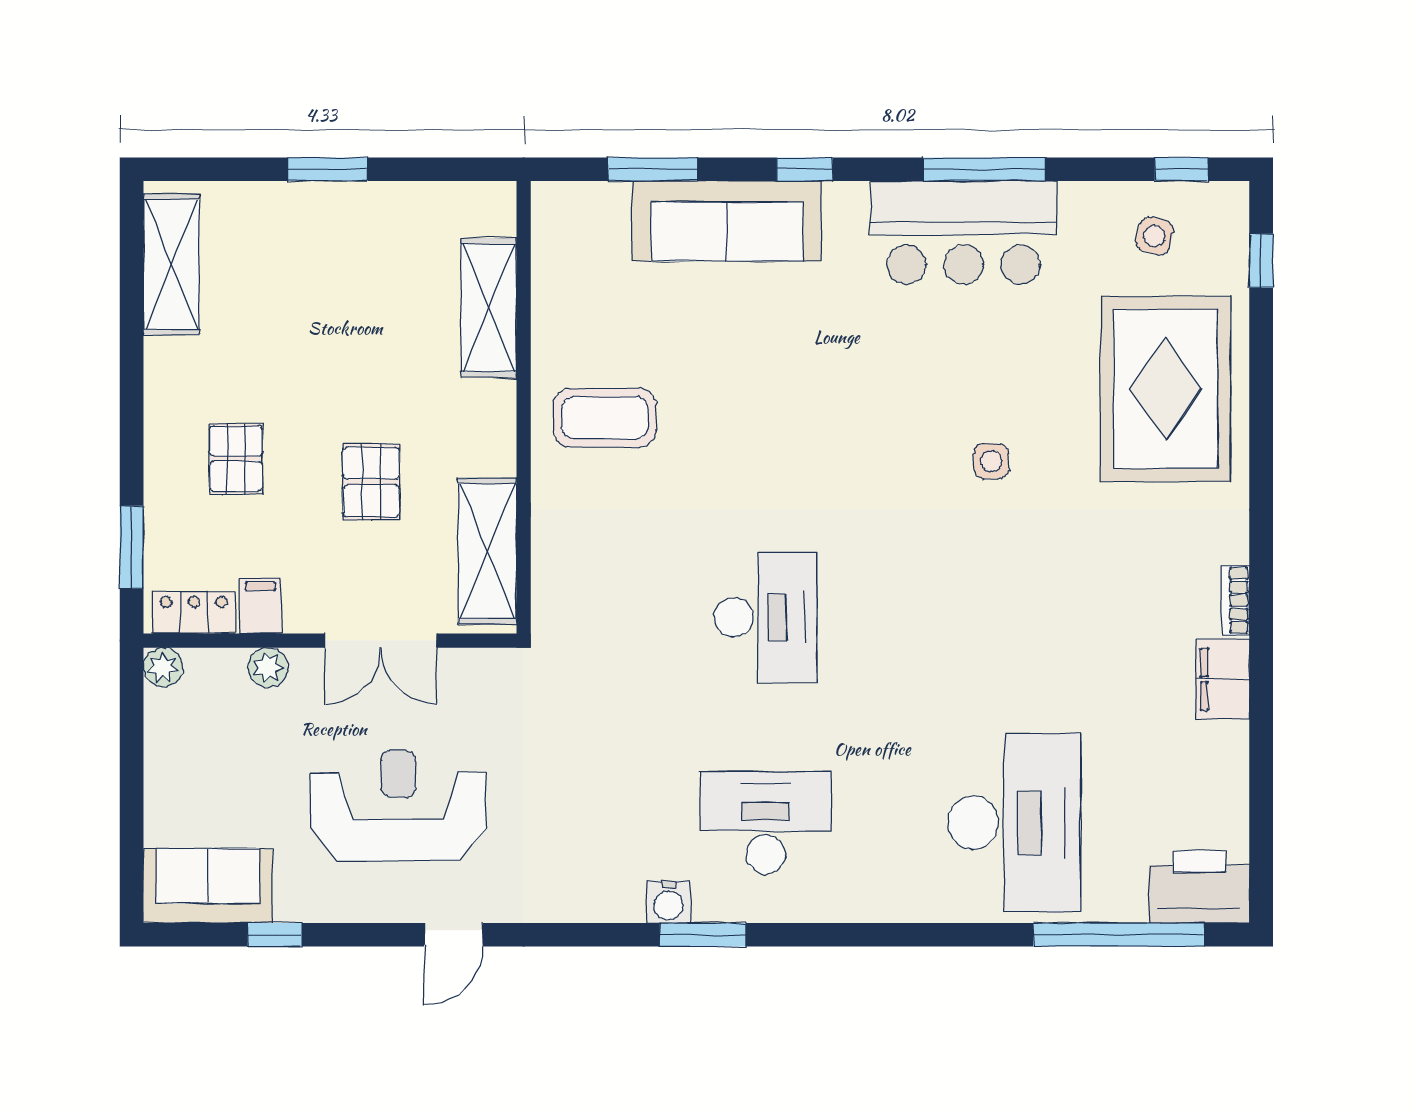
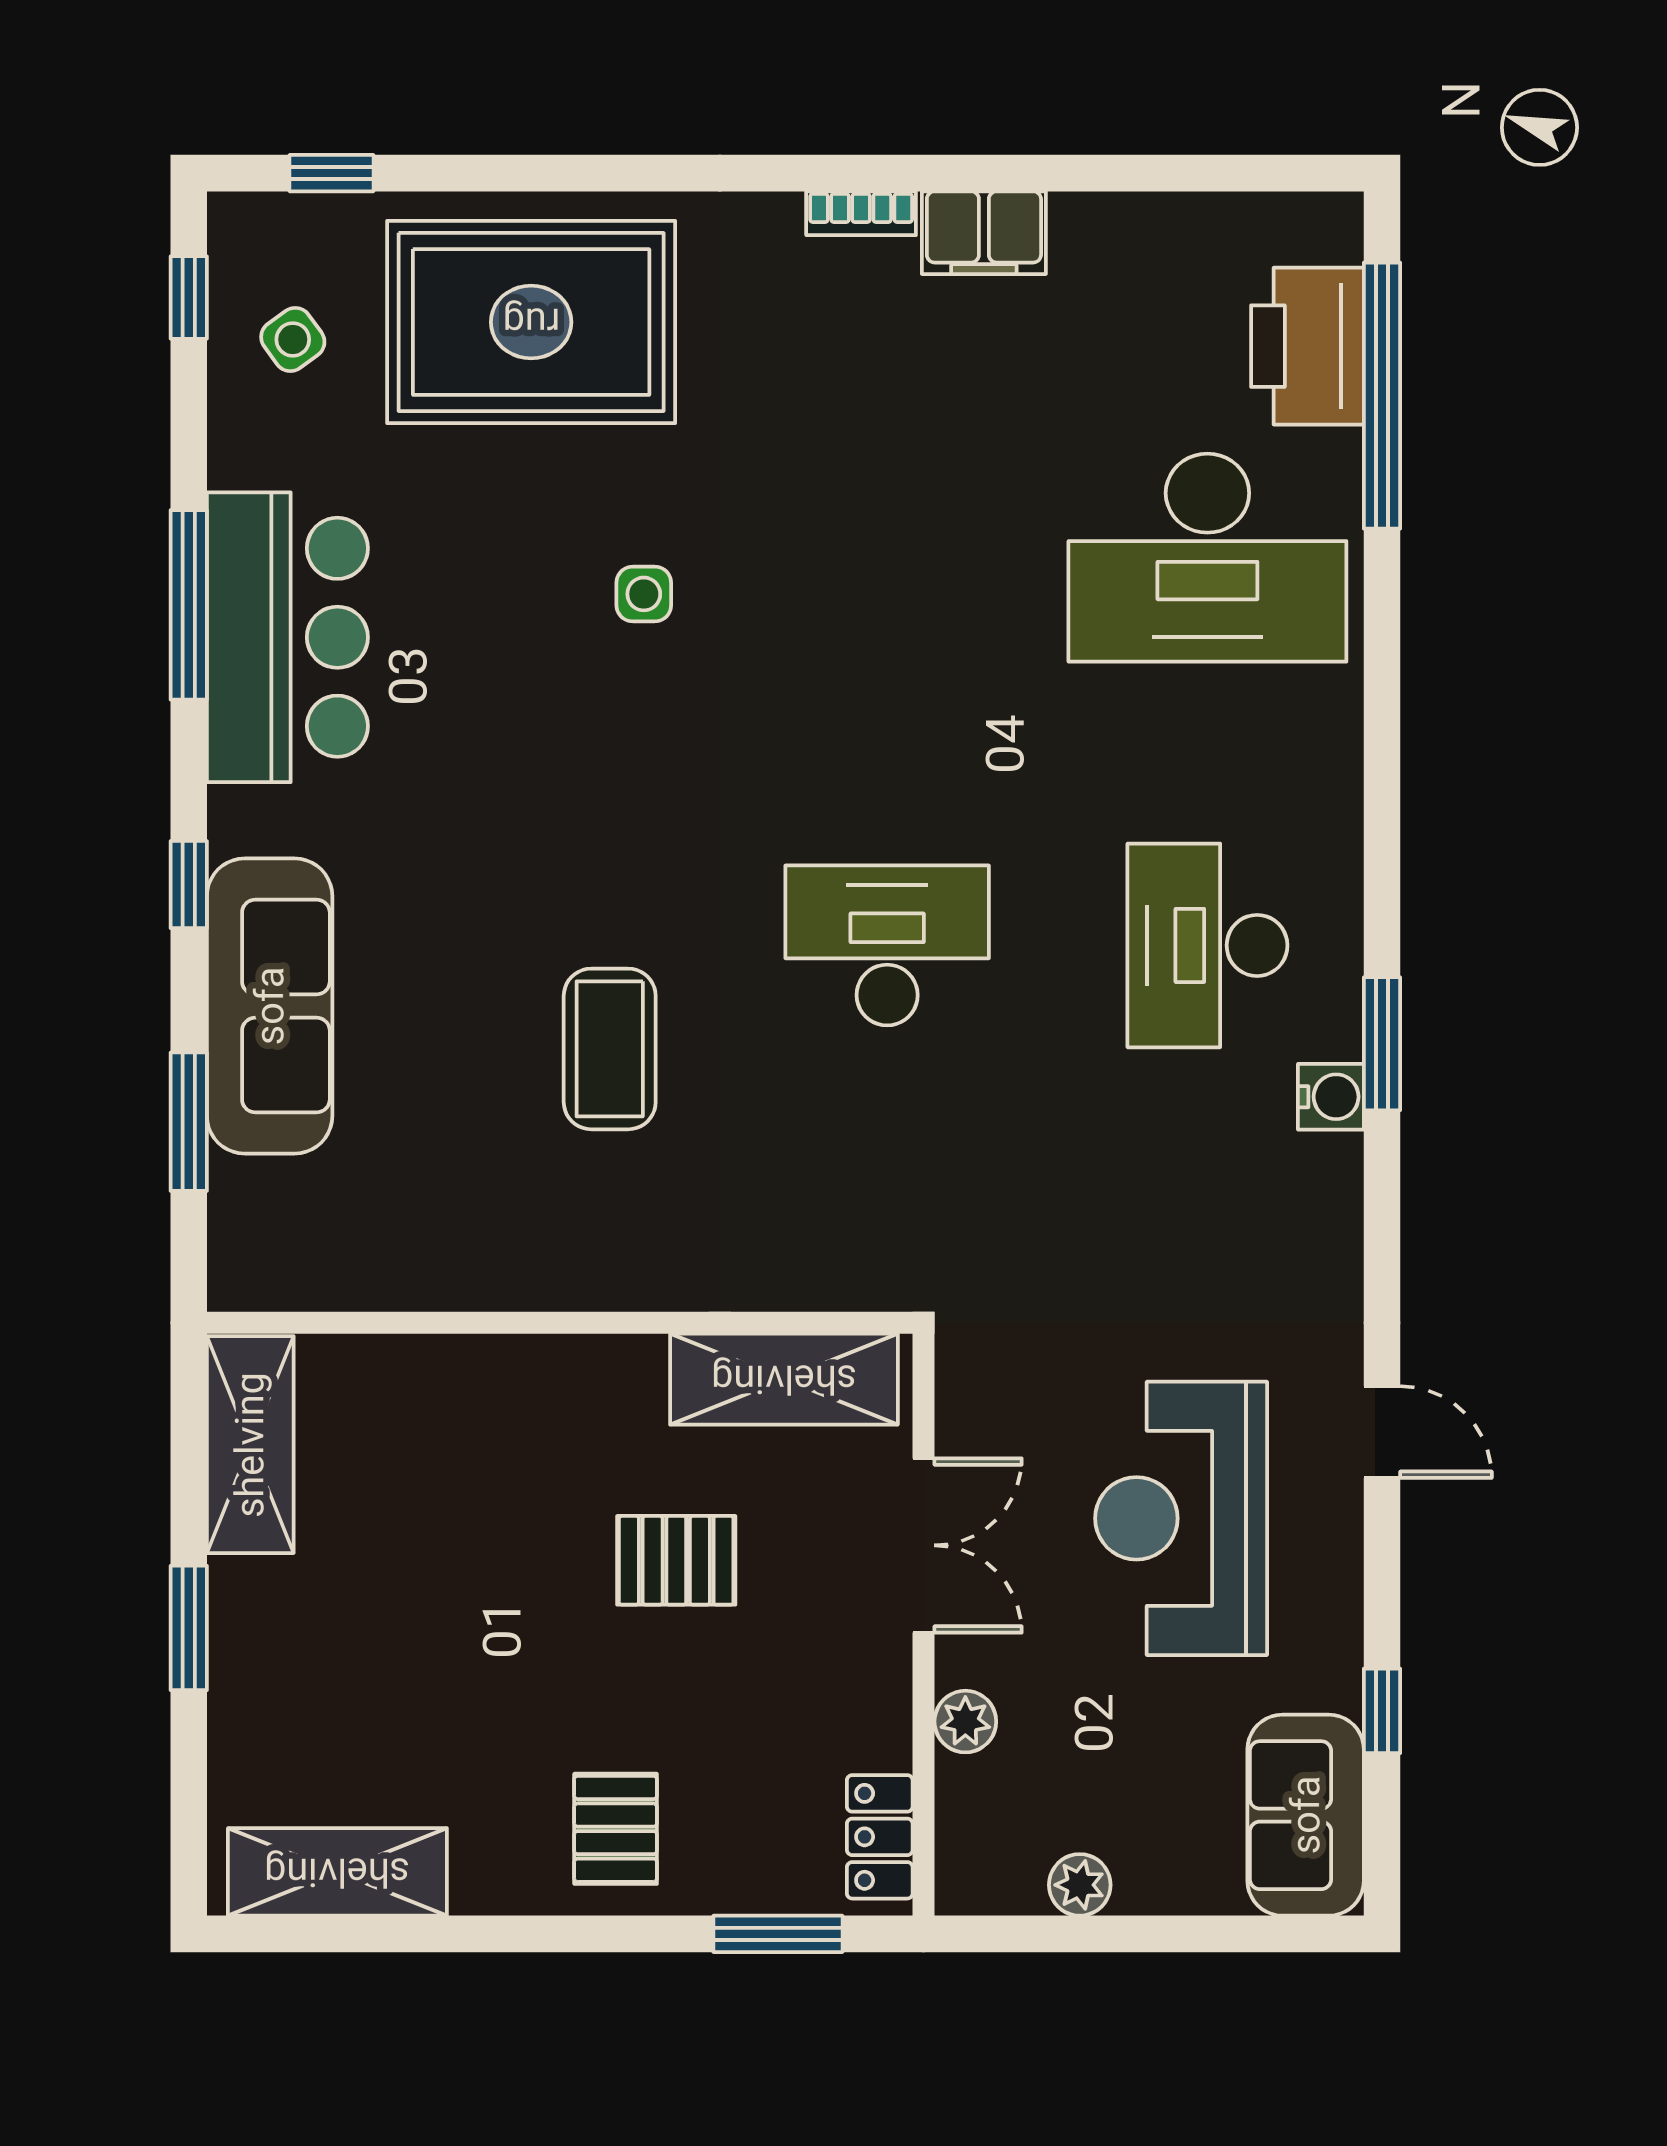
side table: (1154, 236) -> (293, 339), turned 38
shelving: (489, 308) -> (250, 1445), moved, turned 90
coffee table: (605, 418) -> (610, 1049), moved
pallet: (236, 459) -> (616, 1829), moved, turned 90
filing cabinet: (260, 606) -> (869, 1733), removed
plant: (163, 667) -> (1080, 1885), moved
desk: (1014, 823) -> (1207, 558), turned 180
printer: (1199, 887) -> (1307, 346), moved

